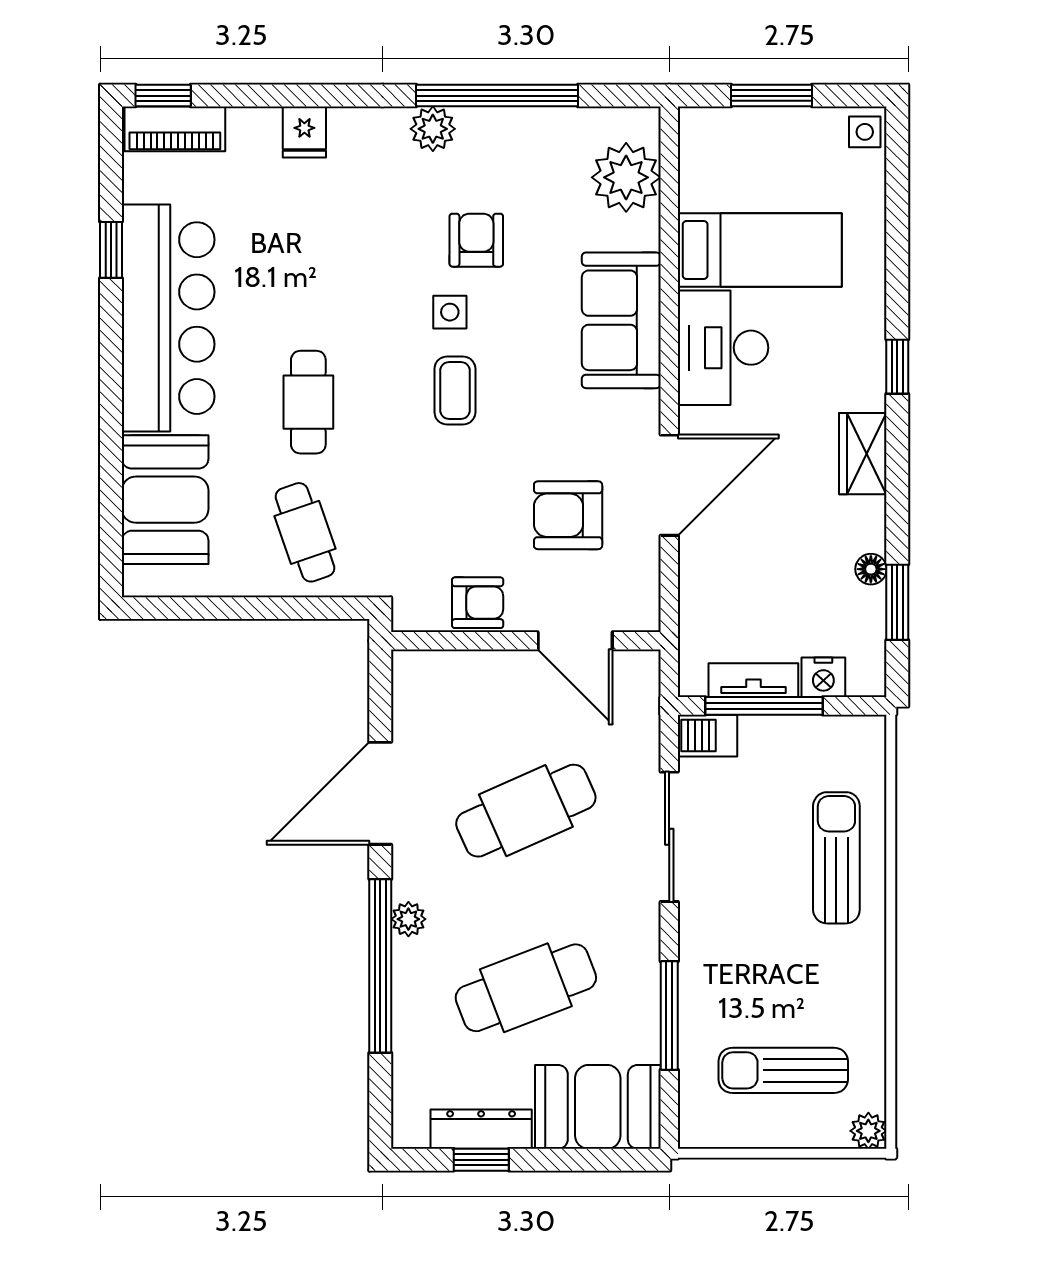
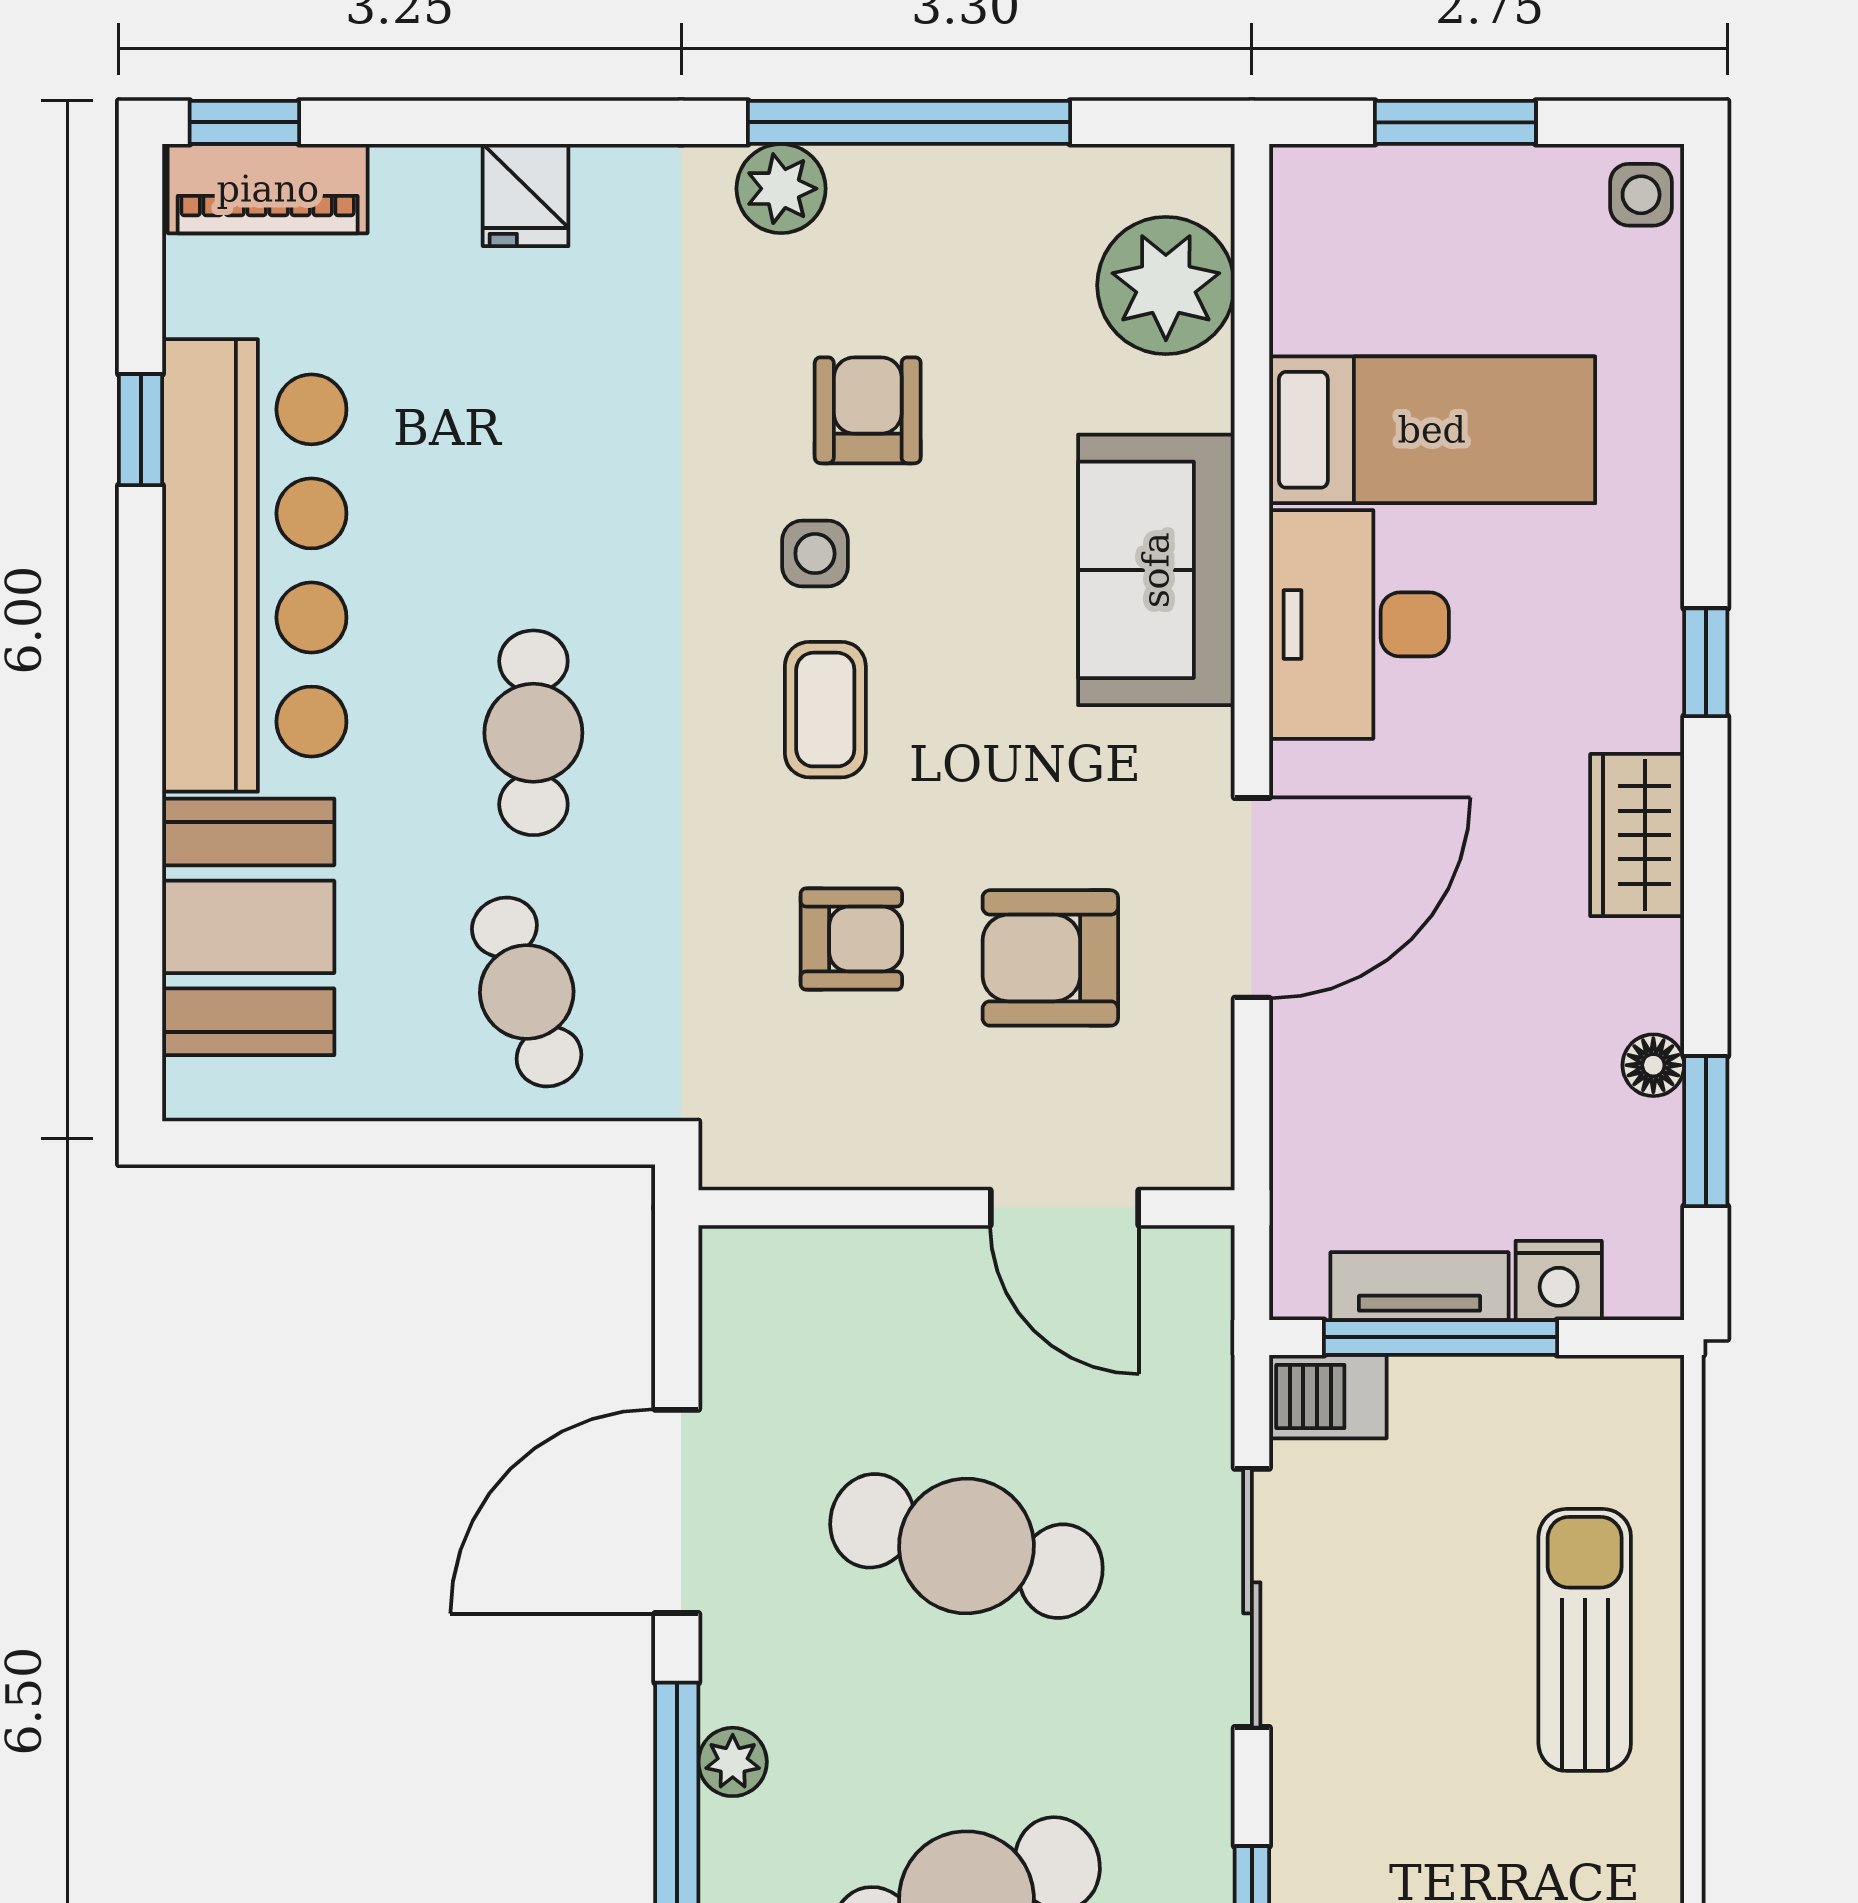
armchair: (478, 603) -> (851, 939), moved
cafe table: (526, 811) -> (966, 1546), turned 39

